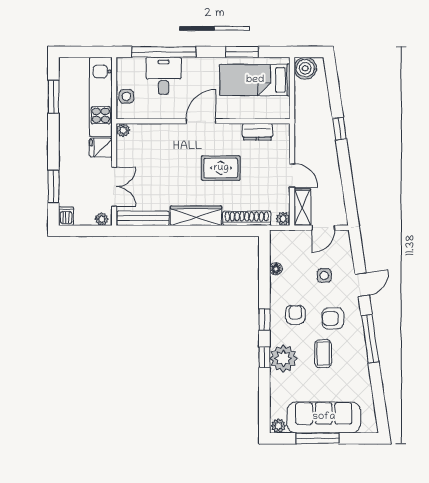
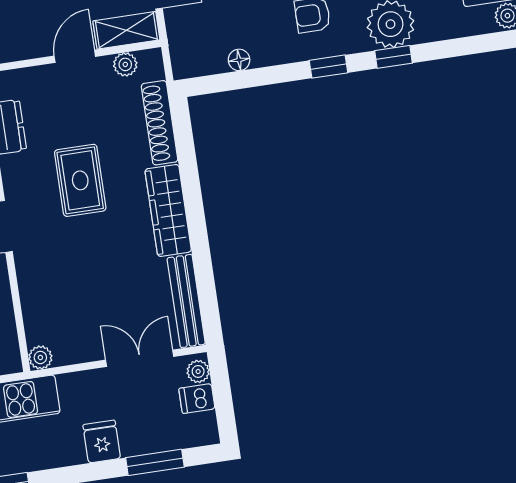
fridge: (101, 148) -> (102, 442), moved, turned 180
dishwasher: (66, 216) -> (197, 399), moved
plant: (283, 219) -> (125, 64), moved

